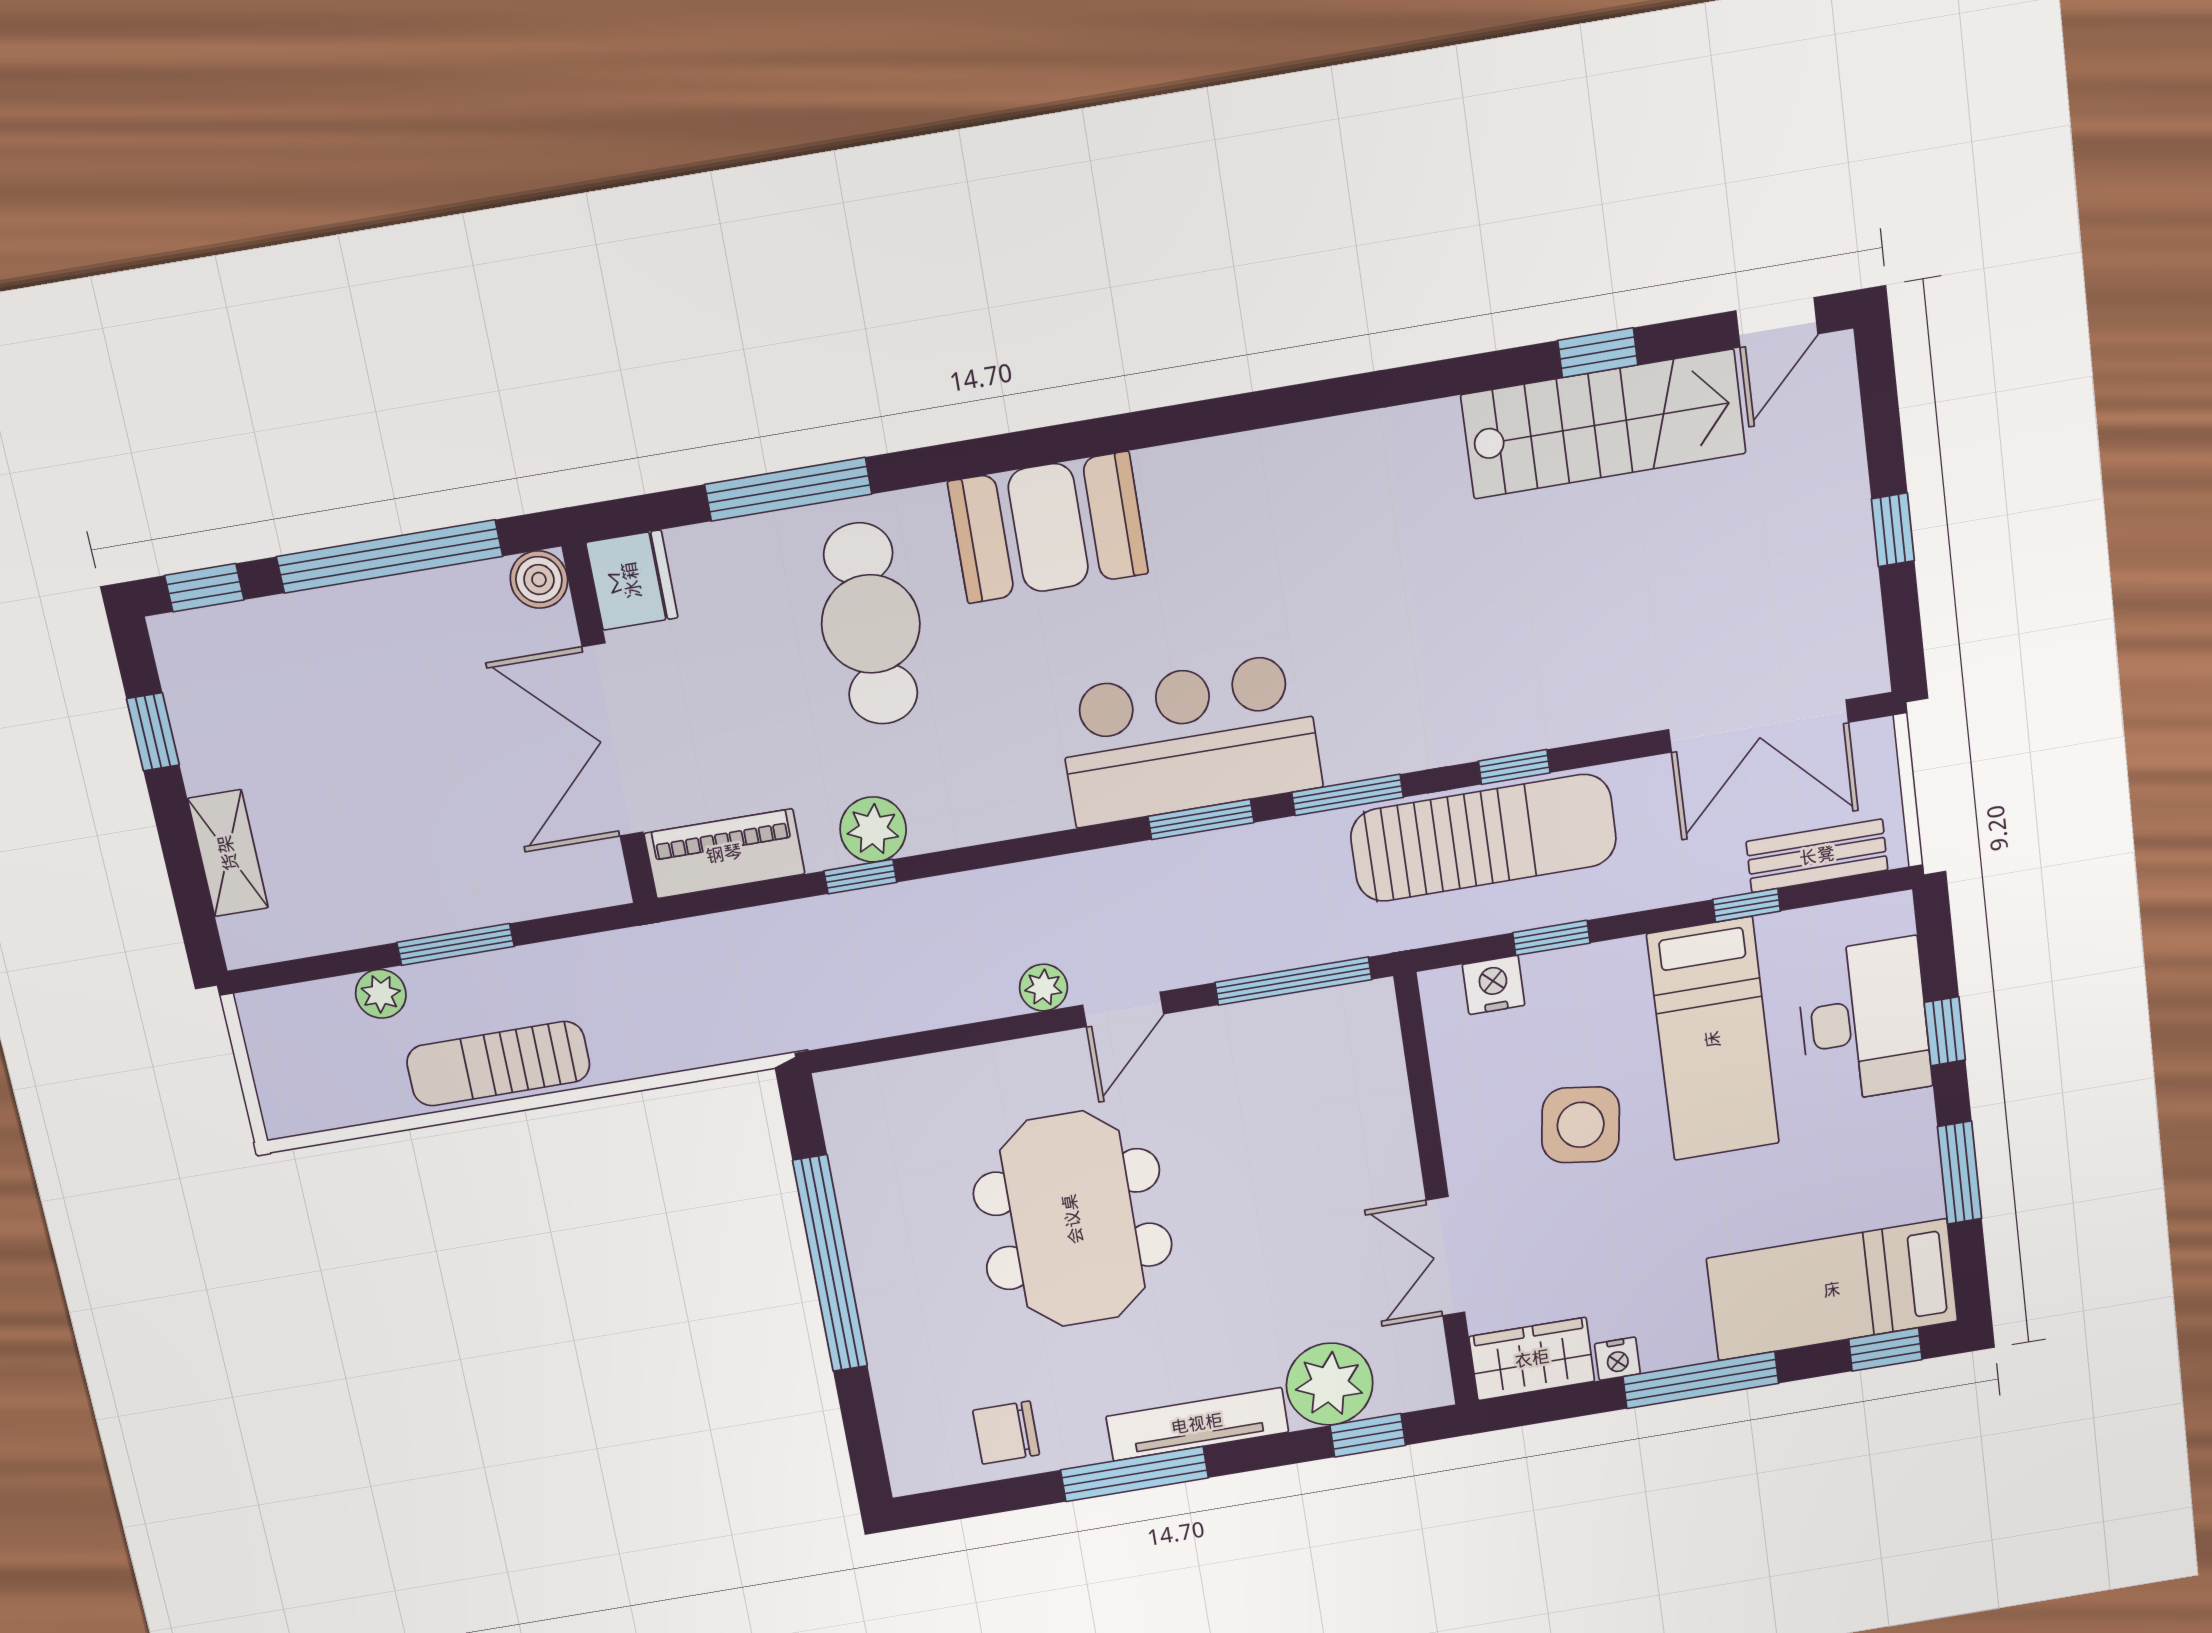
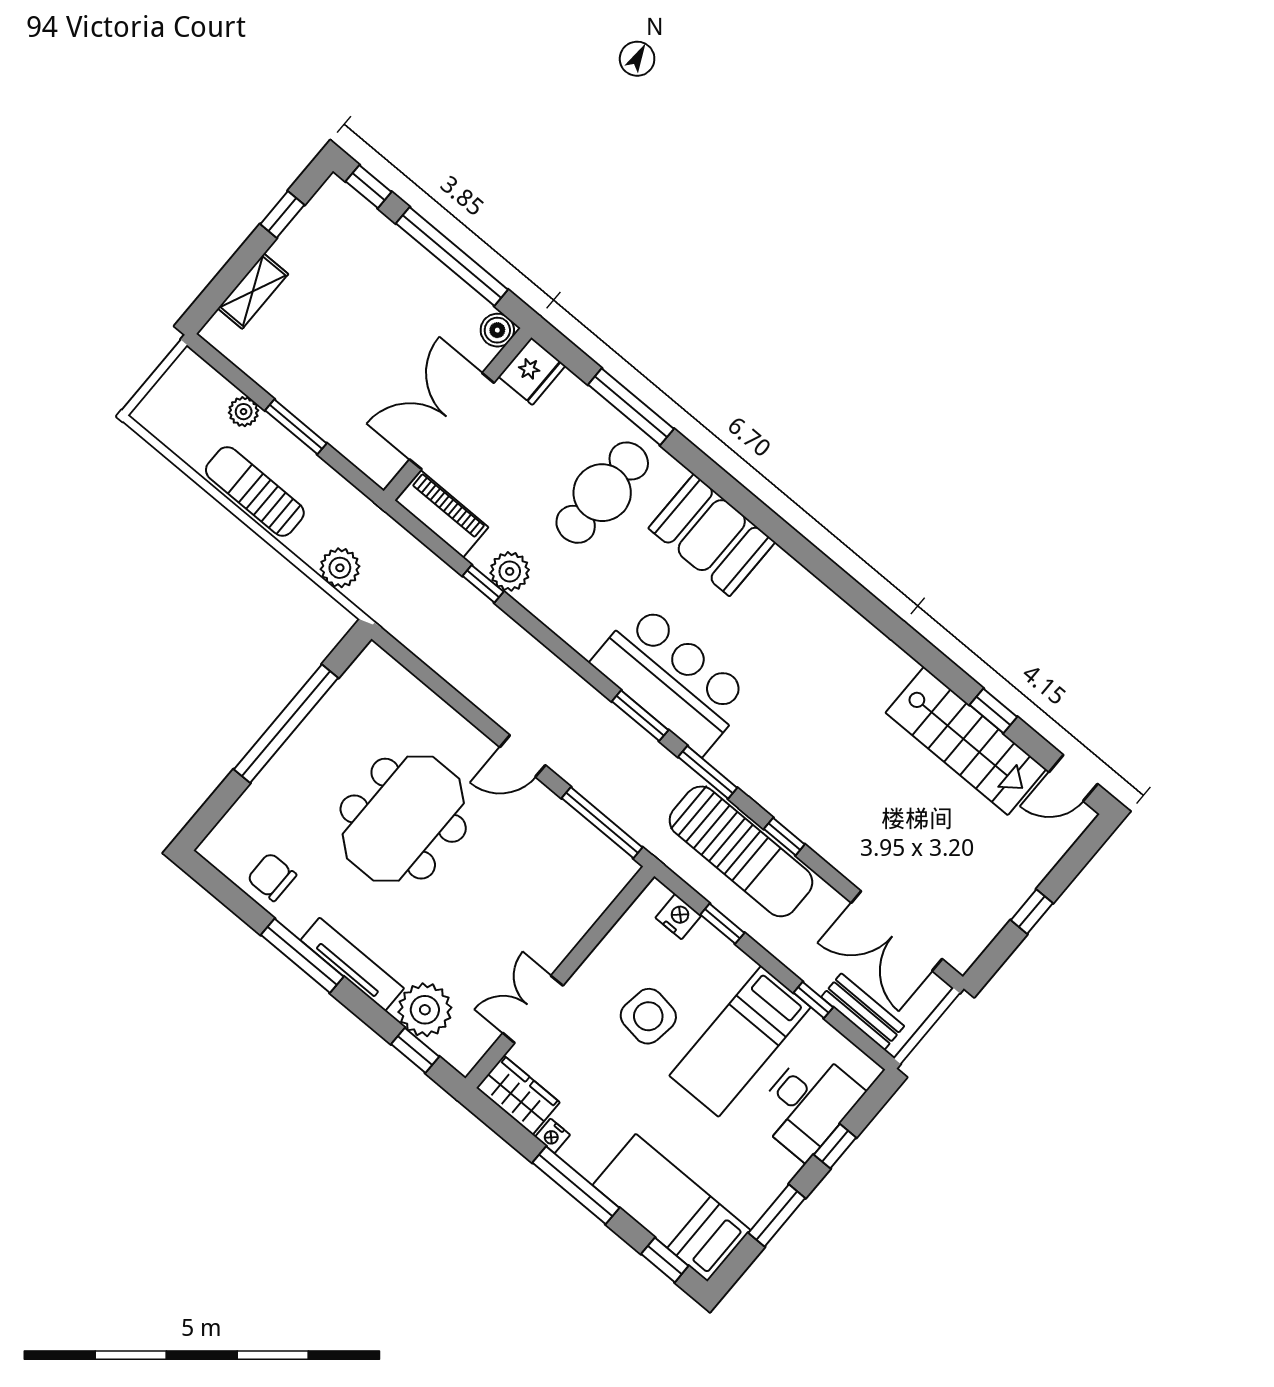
plant: (1043, 988) -> (340, 568), moved, width x1.38, depth x1.38

